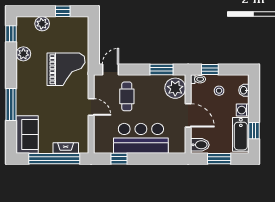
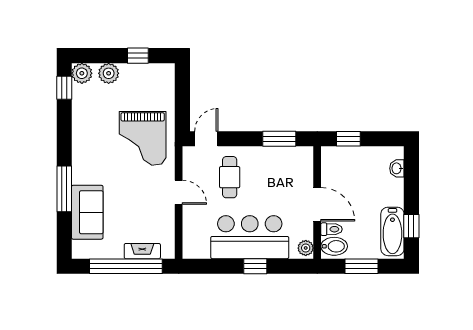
plant: (23, 54) -> (82, 73), moved
grand piano: (66, 69) -> (143, 138), turned 90
toilet: (198, 79) -> (331, 229), moved
plant: (175, 88) -> (306, 248), moved, width x0.53, depth x0.53
stool: (219, 91) -> (361, 169), removed
washing machine: (243, 110) -> (395, 197), removed
sofa: (27, 135) -> (87, 212), moved
window: (119, 159) -> (255, 266), moved

